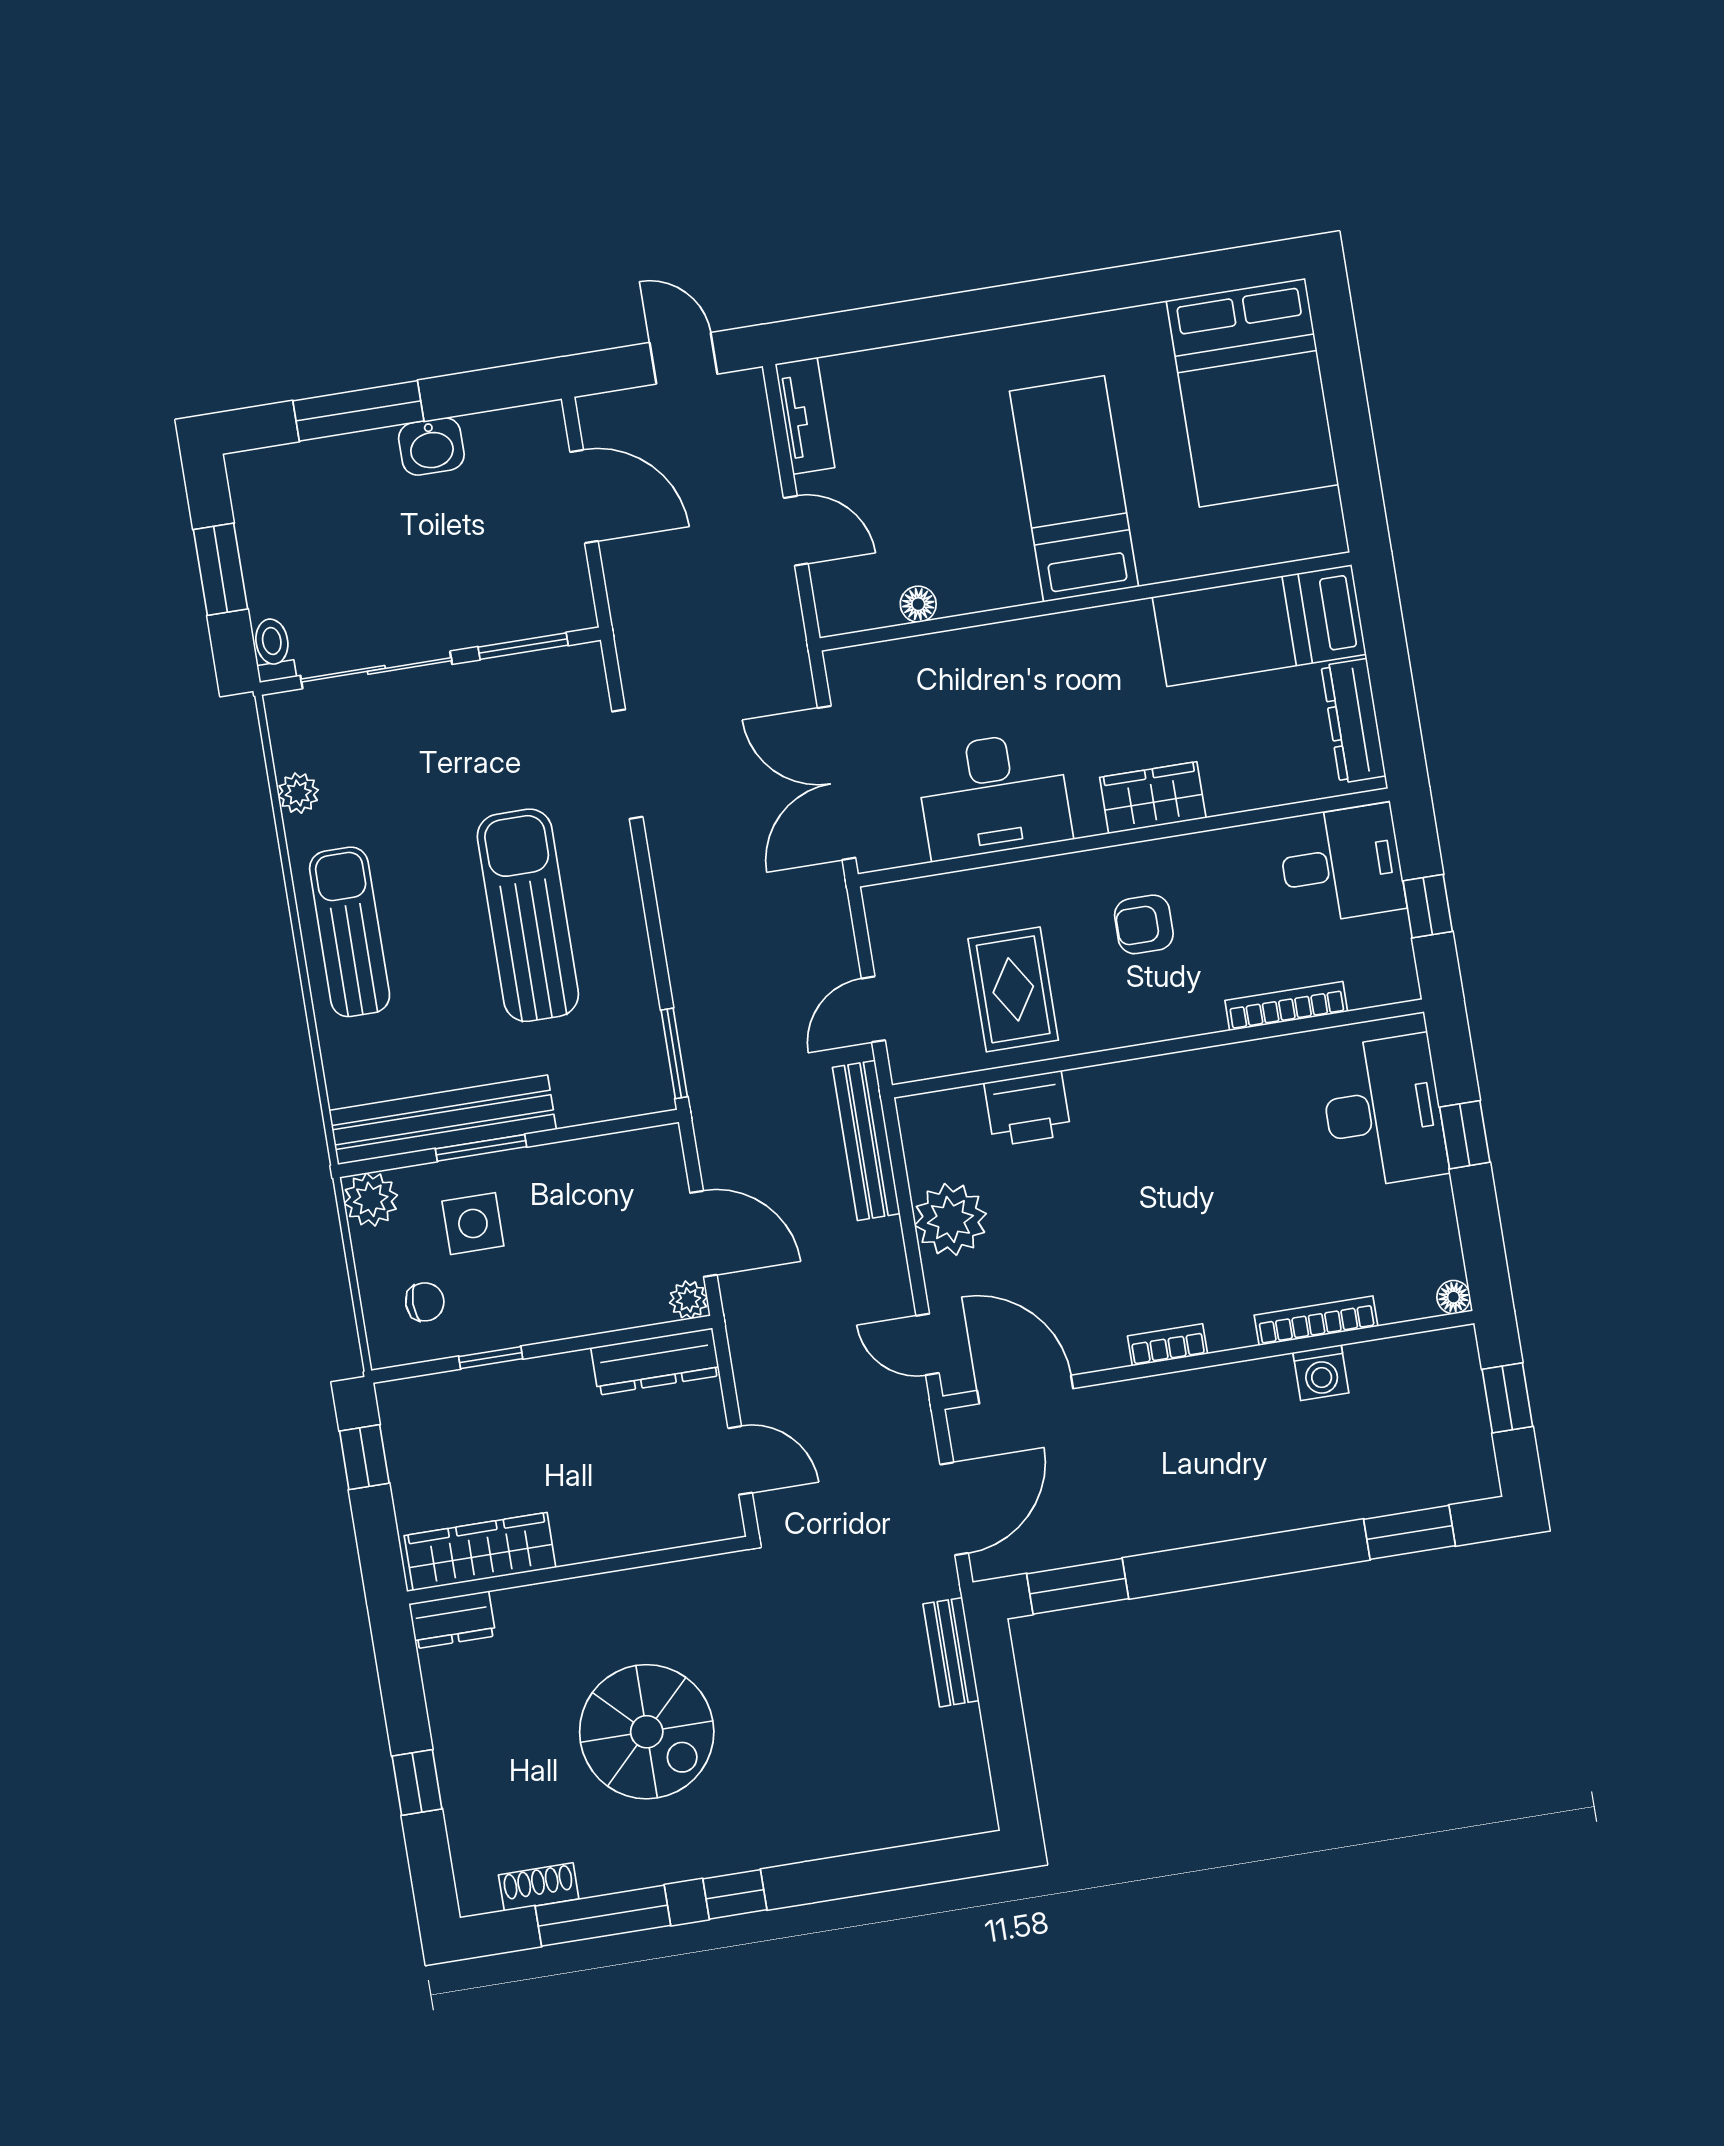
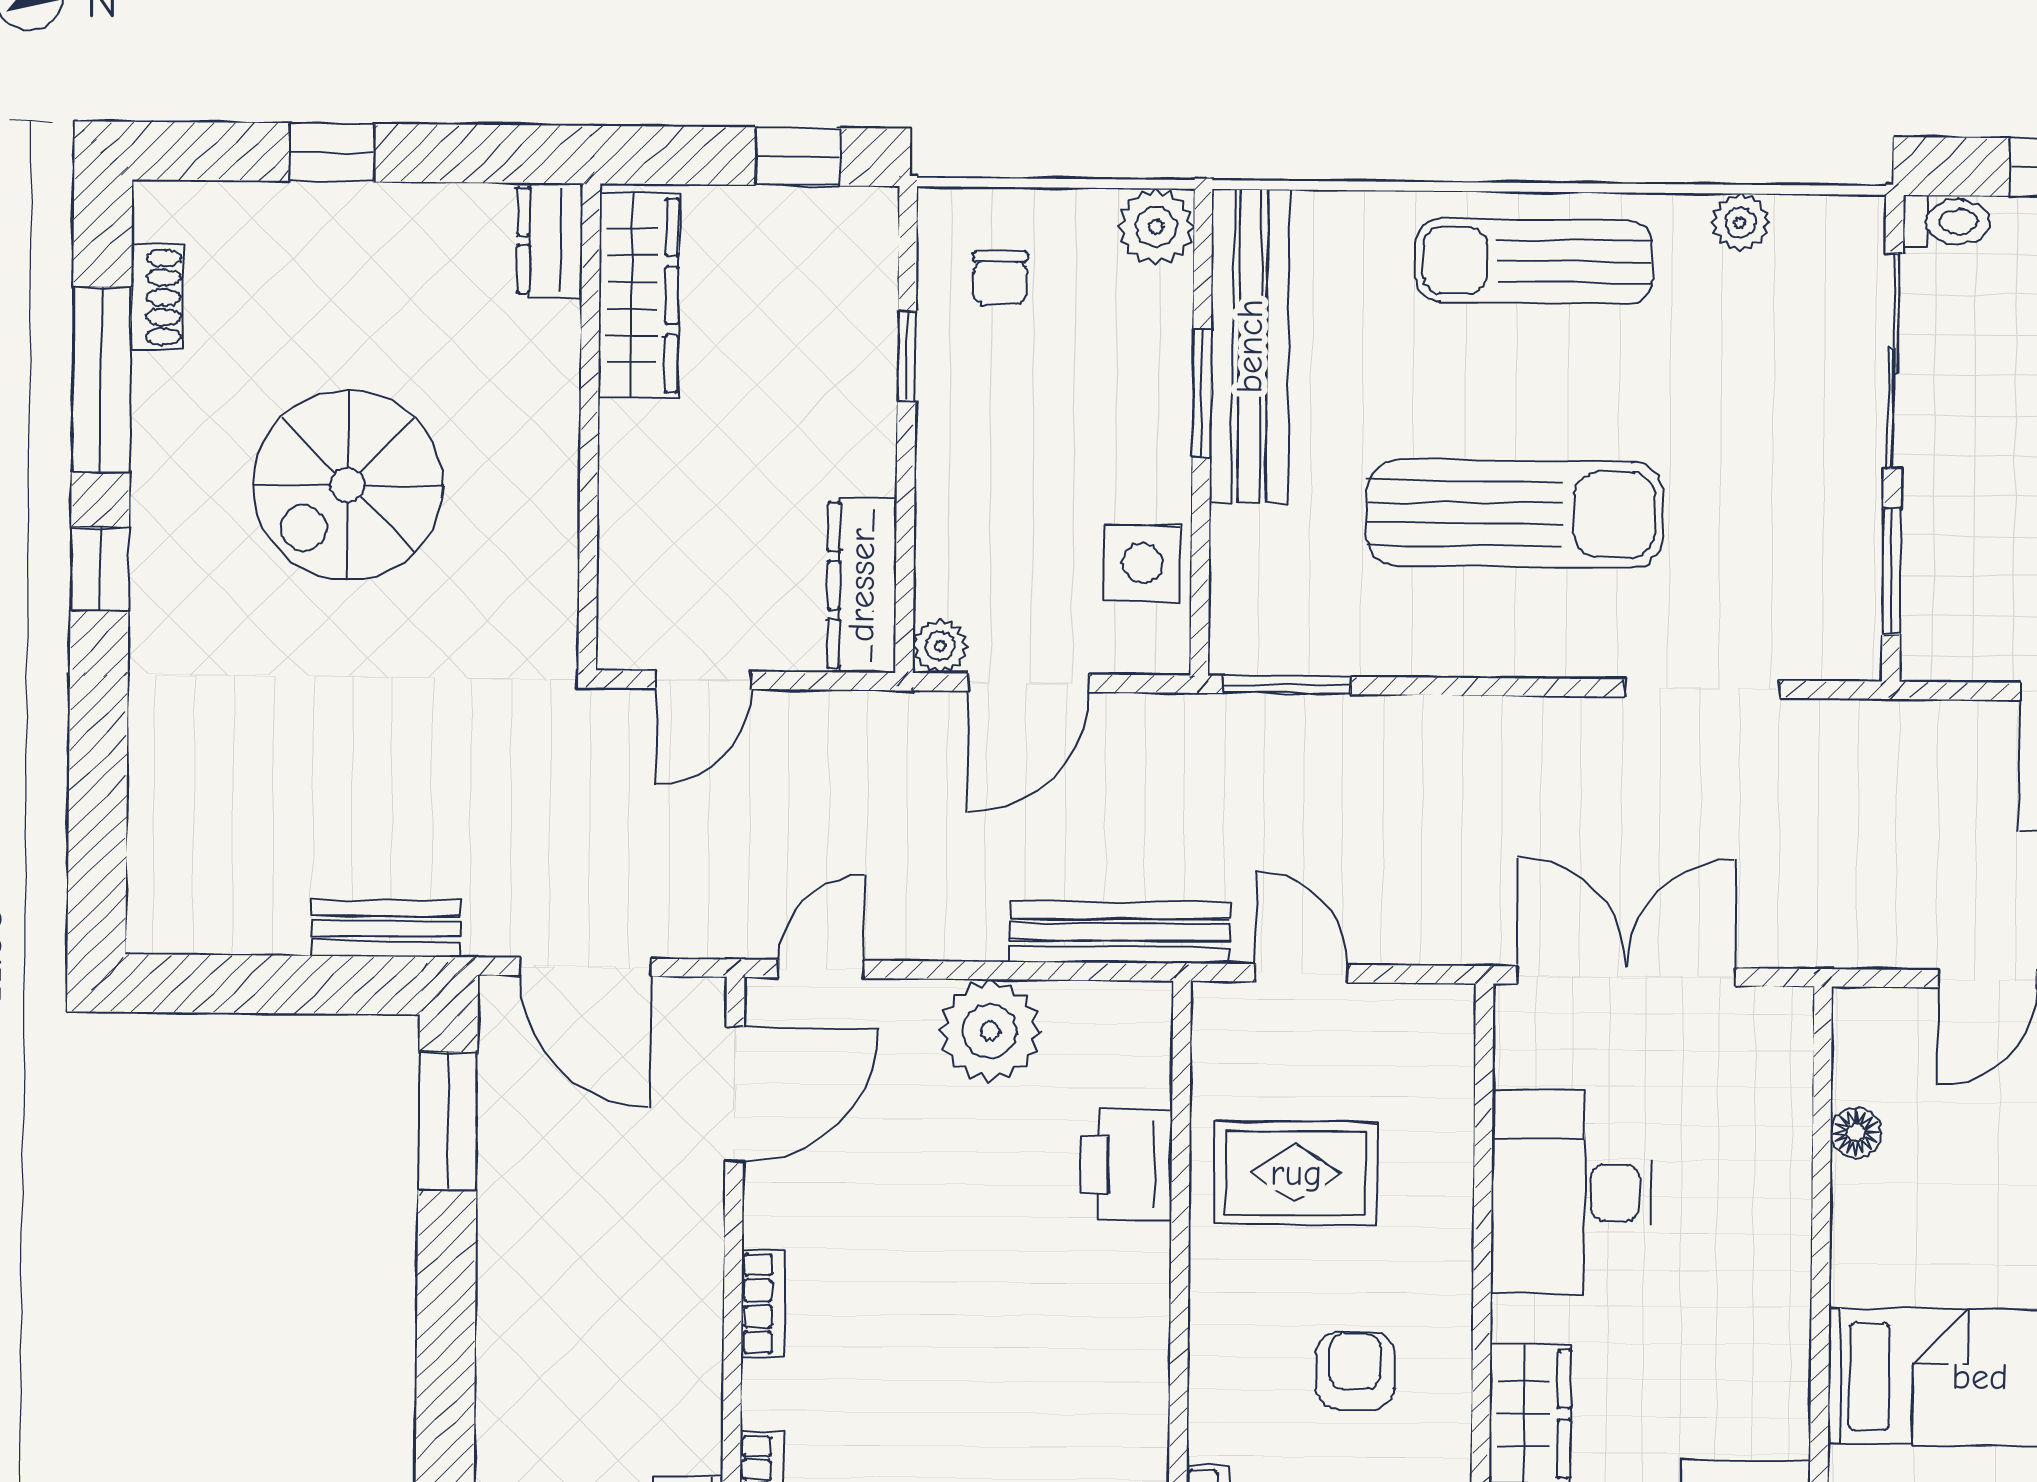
sun lounger: (350, 932) -> (1534, 261), turned 180
side table: (473, 1224) -> (1142, 563), moved

